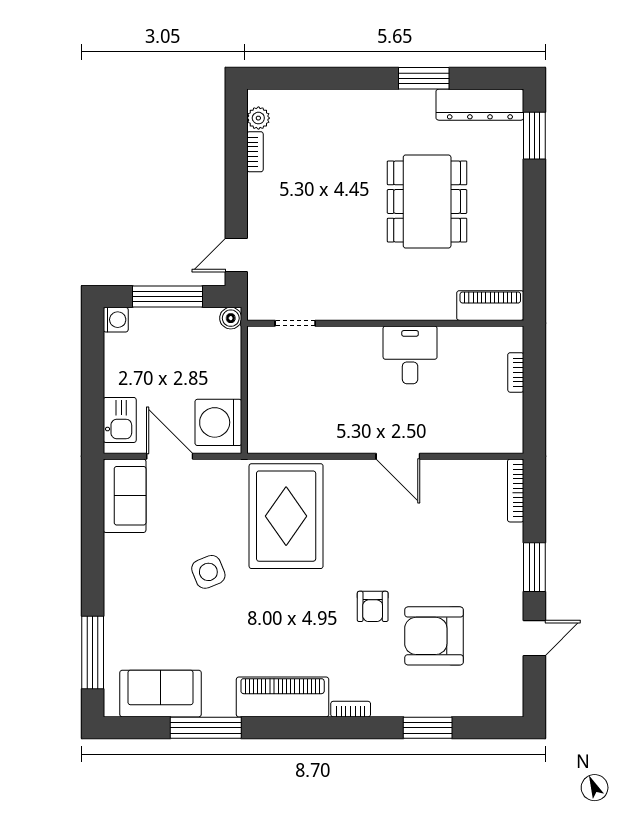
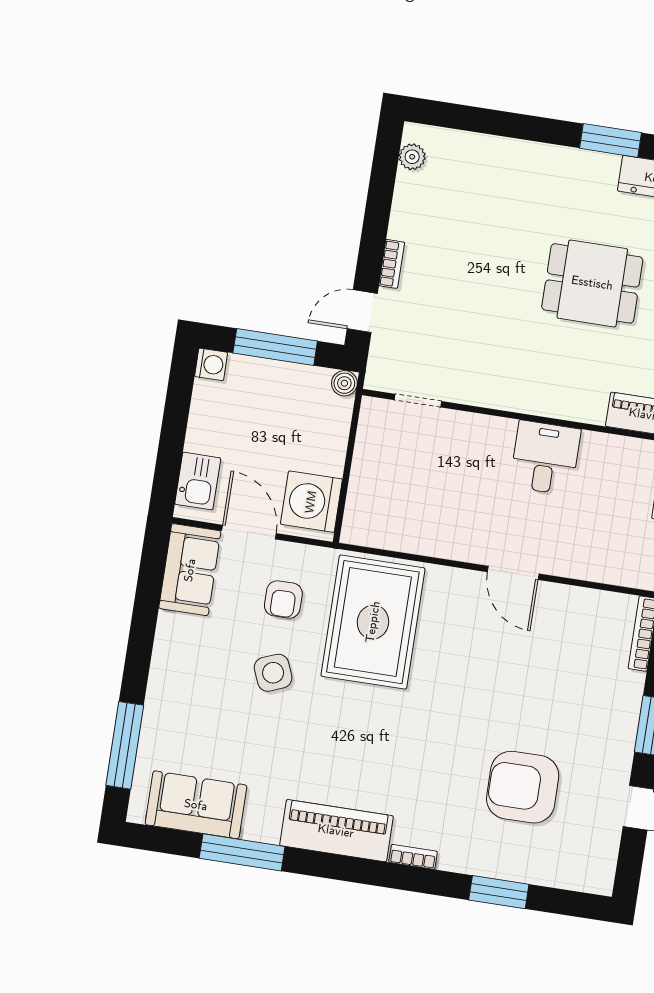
bookcase: (255, 152) -> (392, 264), moved
dining table: (427, 201) -> (592, 283), width x0.73
armchair: (373, 606) -> (283, 599), moved

